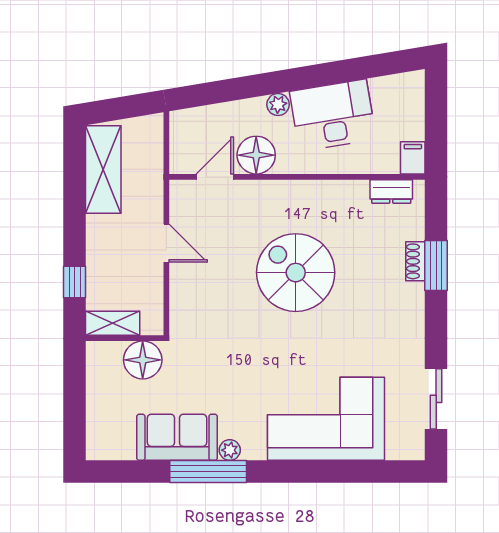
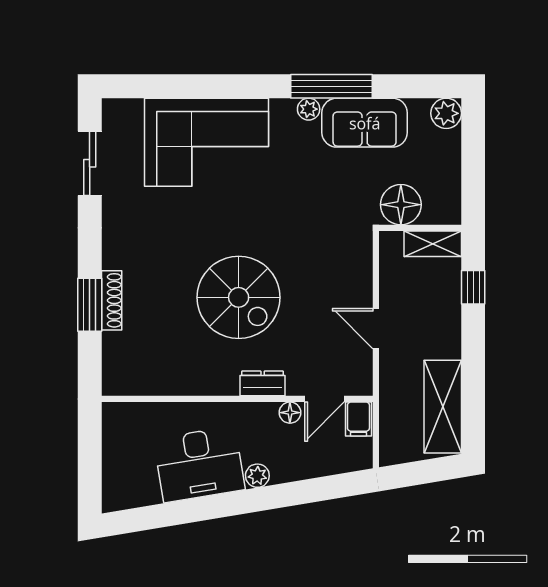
floor lamp: (256, 155) -> (290, 413), width x0.53, depth x0.53
filing cabinet: (413, 158) -> (358, 419), moved
dresser: (391, 191) -> (263, 383), moved
shoe rack: (415, 261) -> (112, 300), width x1.43
plant: (100, 446) -> (446, 113), added

